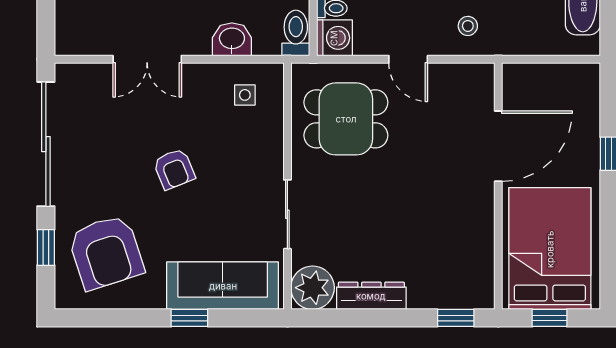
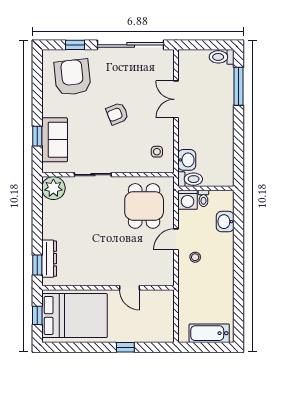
stool: (468, 26) -> (195, 257), moved
washbasin: (232, 39) -> (187, 160), moved
door: (498, 146) -> (129, 288), width x0.53
armchair: (106, 252) -> (72, 77), turned 102
sofa: (223, 286) -> (55, 140), width x0.73
dresser: (371, 296) -> (49, 259), moved
window: (189, 318) -> (37, 136), moved

